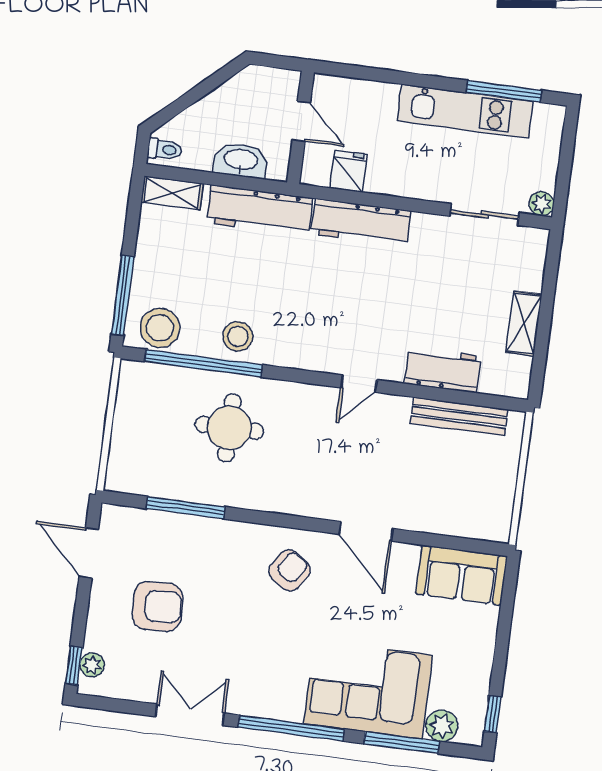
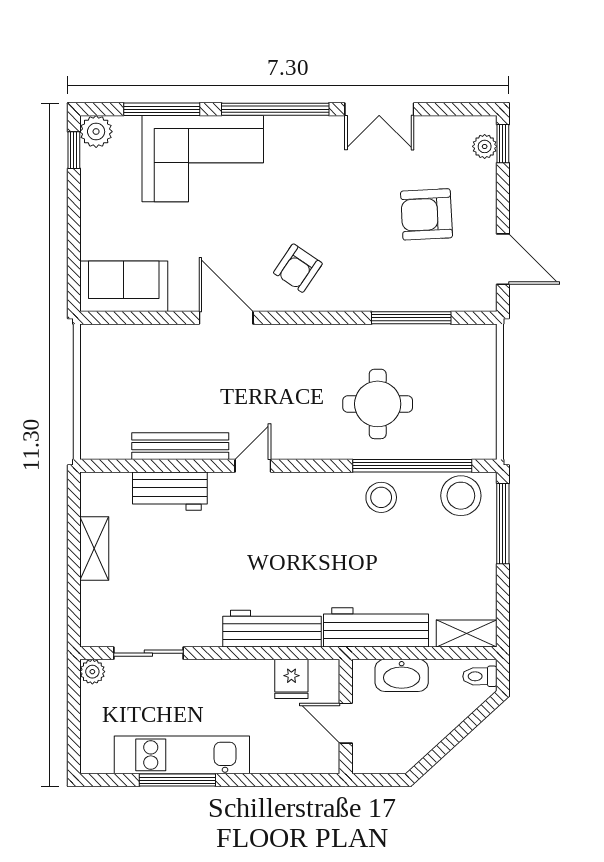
window: (504, 91) -> (177, 780), moved
bench: (459, 416) -> (180, 446), moved
plant: (442, 726) -> (96, 132), moved

